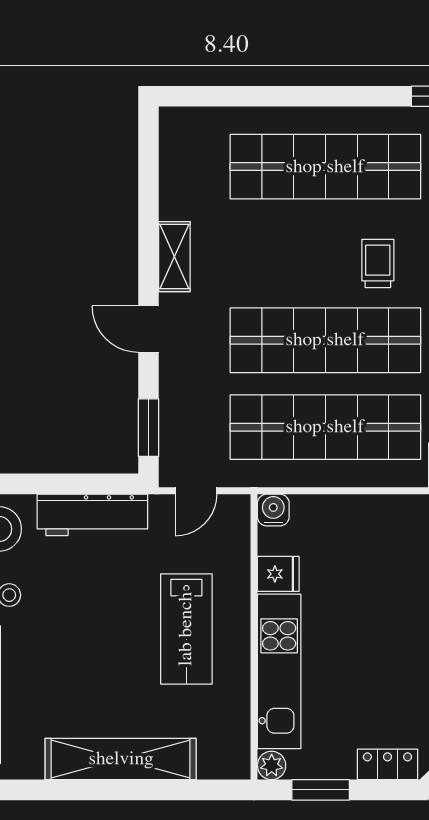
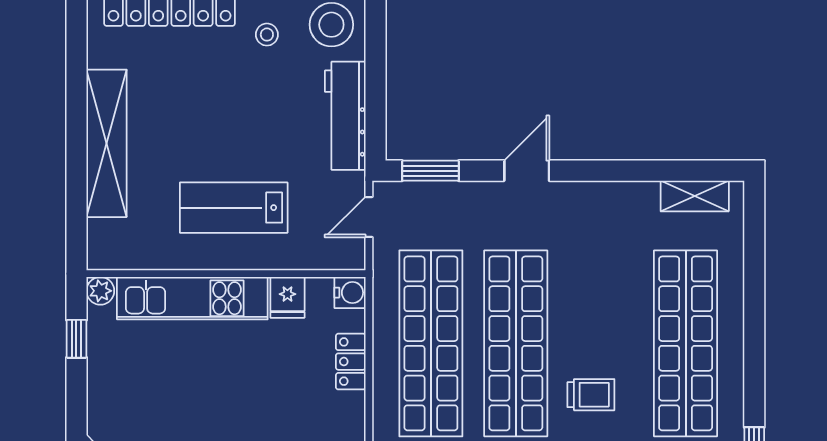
shelving: (174, 257) -> (695, 196), moved
door: (196, 491) -> (369, 217), hinge flipped
locker: (387, 764) -> (351, 362), moved, turned 180
window: (321, 790) -> (76, 339), width x0.67

